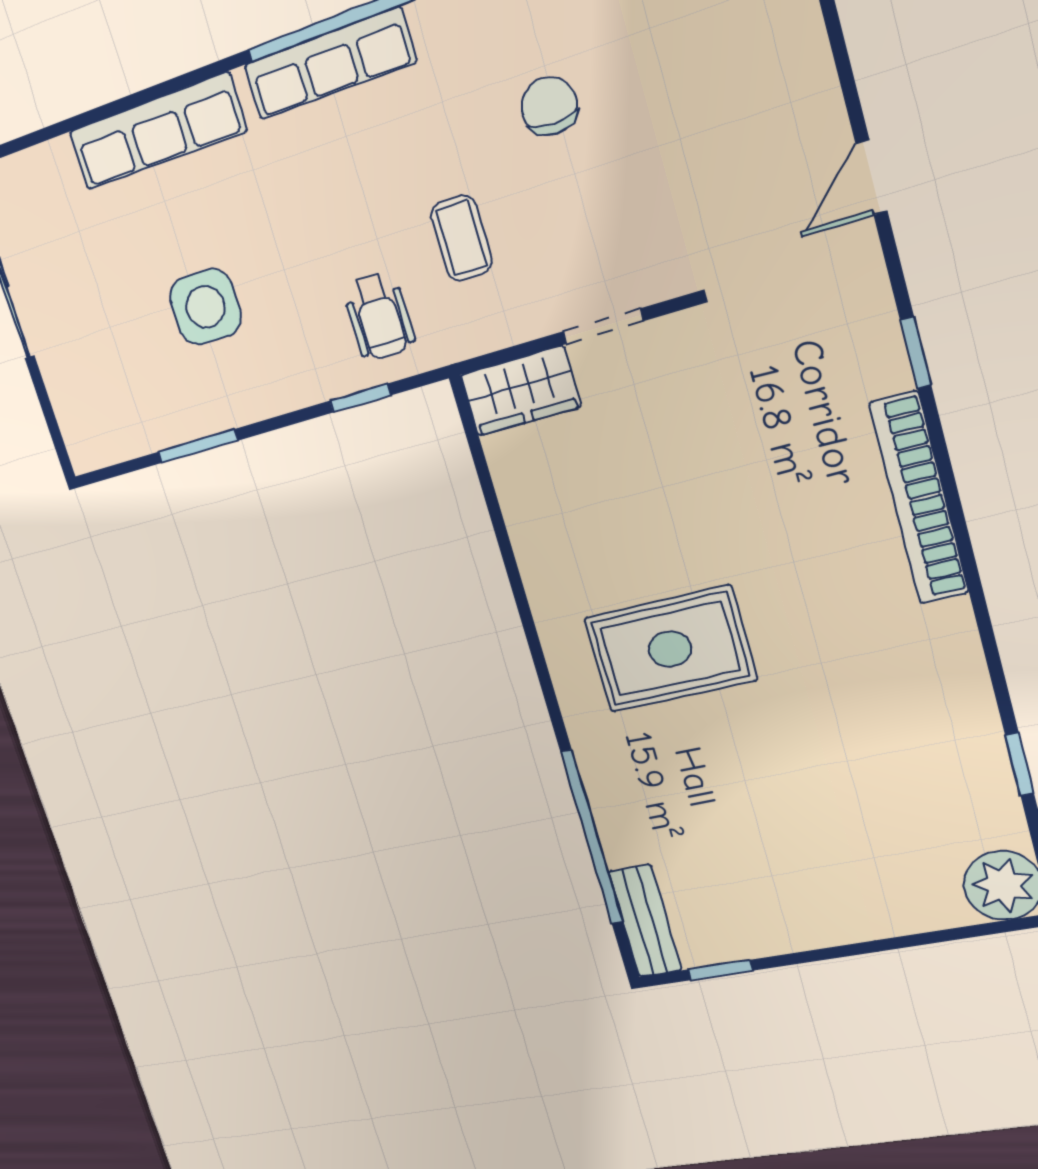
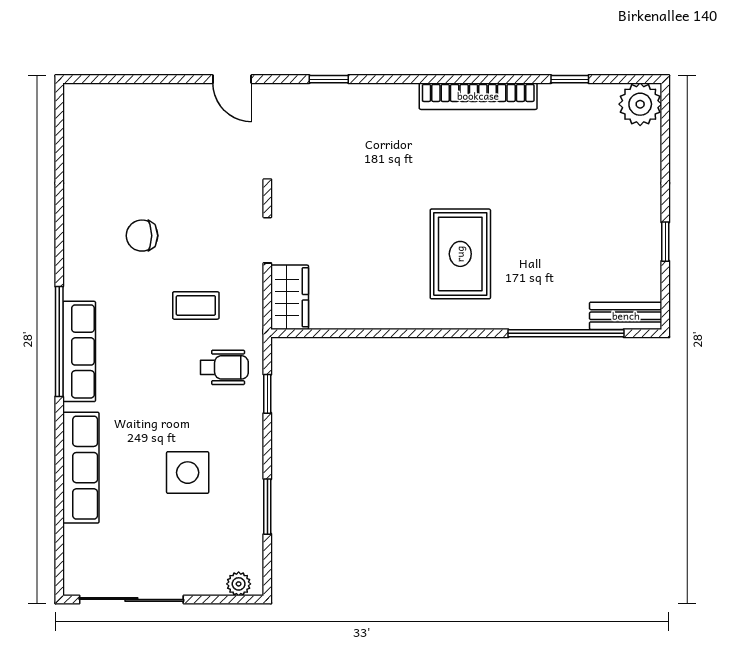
plant: (78, 434) -> (239, 584), added
bookcase: (919, 498) -> (478, 96), moved
window: (720, 970) -> (665, 242), moved

